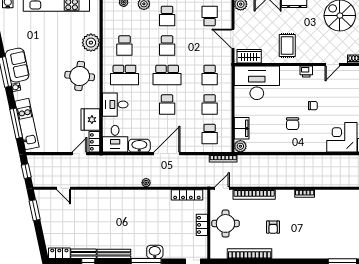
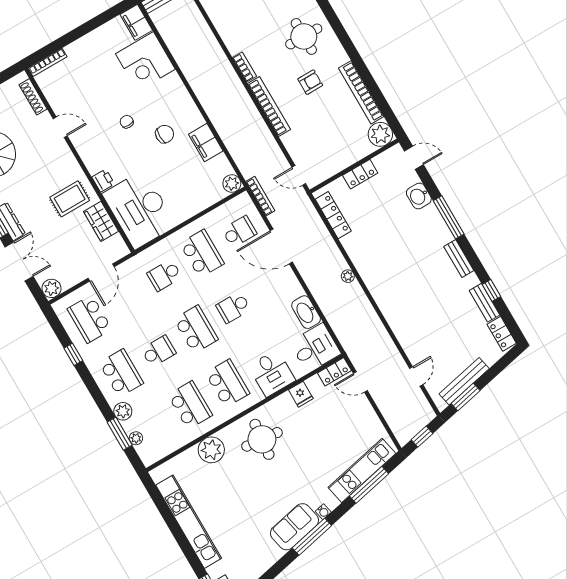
school desk: (167, 16) -> (121, 373), width x1.85
school desk: (210, 16) -> (90, 319), width x1.85
school desk: (124, 46) -> (190, 405), width x1.85
wardrobe: (249, 56) -> (101, 221), moved
printer: (306, 72) -> (103, 181), moved
school desk: (210, 75) -> (164, 275), turned 180
school desk: (167, 105) -> (233, 307), turned 180
school desk: (210, 105) -> (202, 253), width x1.85
fridge: (90, 120) -> (301, 394), width x0.53, depth x0.75
filing cabinet: (242, 128) -> (206, 143), moved, turned -90
door: (167, 154) -> (281, 246), moved
bookcase: (254, 194) -> (269, 107), moved
bench: (44, 215) -> (464, 381), added
round table: (226, 223) -> (304, 36), moved
plant: (218, 250) -> (380, 134), added
washbasin: (155, 252) -> (419, 196), moved
bench: (114, 254) -> (459, 258), width x0.73

